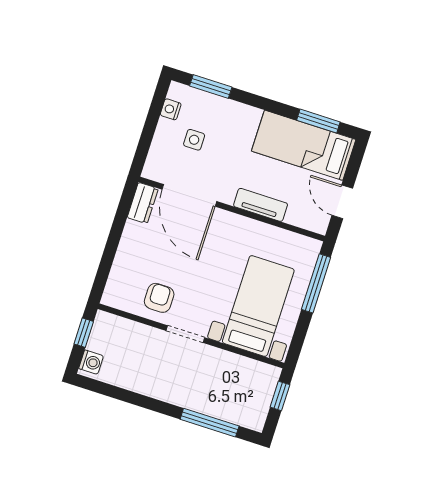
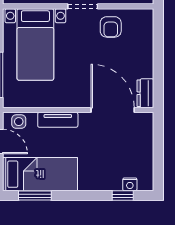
window: (211, 86) -> (123, 196), width x0.67
nightstand: (171, 109) -> (130, 184), moved, turned 90
side table: (194, 140) -> (19, 122), moved

